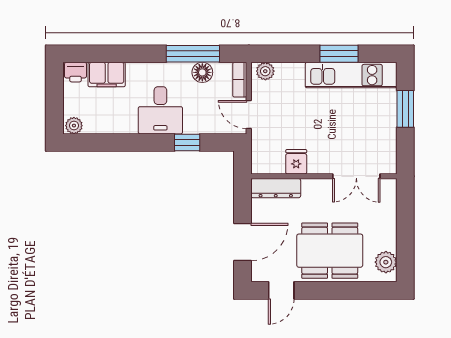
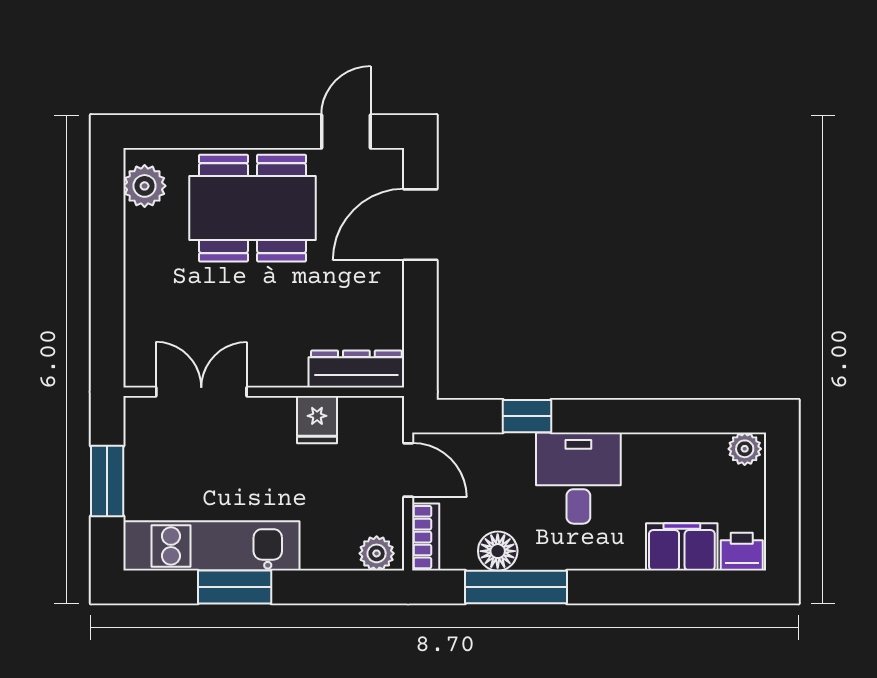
fridge: (296, 162) -> (317, 420), moved
wall: (324, 176) -> (264, 392), moved
double door: (356, 176) -> (201, 392), moved
dresser: (276, 188) -> (356, 369), moved

